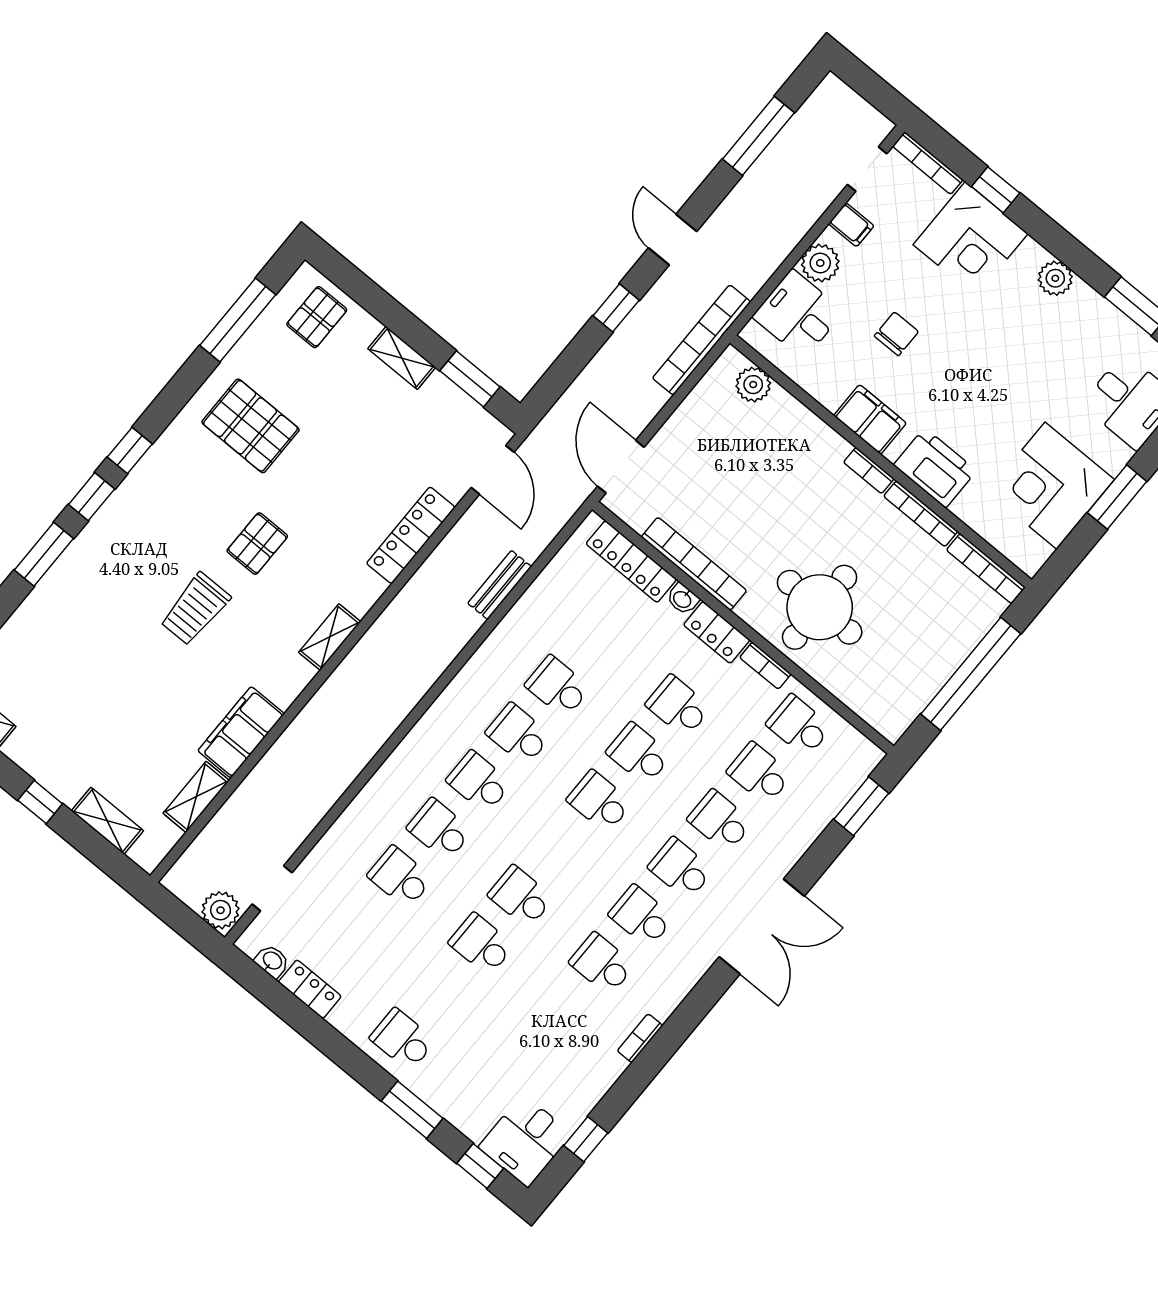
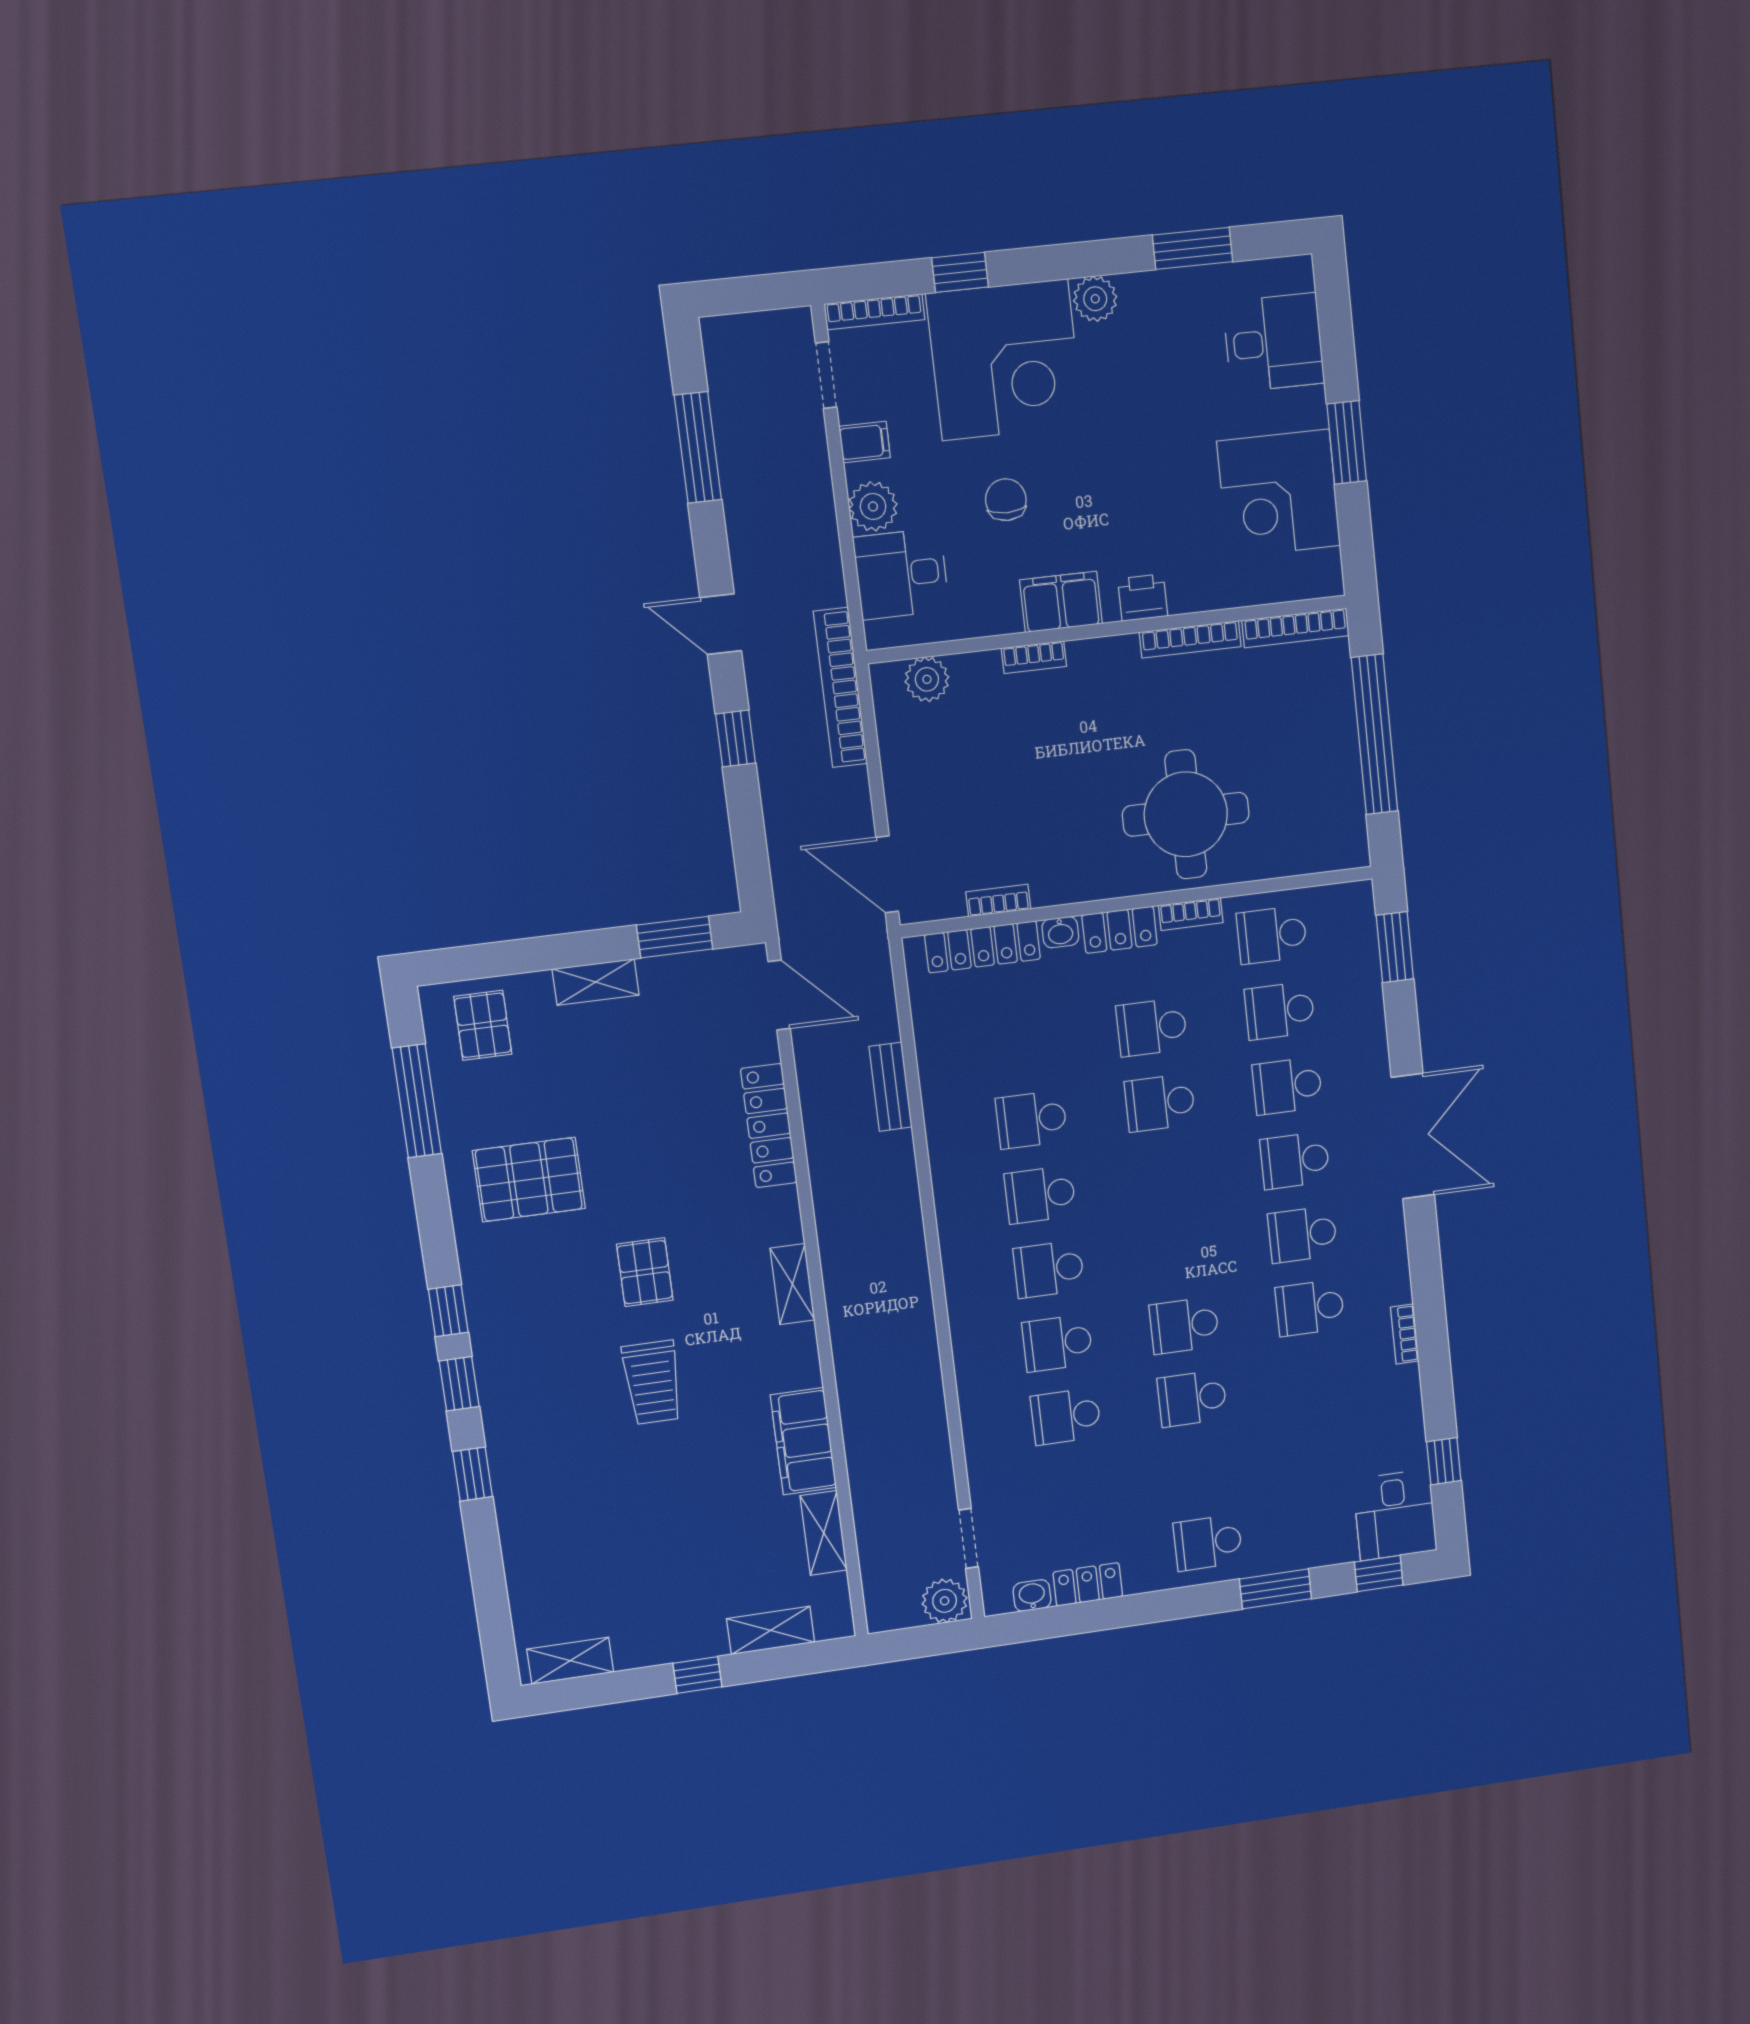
corner desk: (971, 239) -> (1005, 360), width x1.36, depth x1.36
printer: (935, 468) -> (1143, 598), width x0.53, depth x0.68
bookcase: (869, 470) -> (1034, 657), moved
window: (44, 554) -> (473, 1474), width x0.67
bookcase: (694, 564) -> (998, 900), width x0.43, depth x0.76
school desk: (599, 801) -> (1168, 1178), removed

